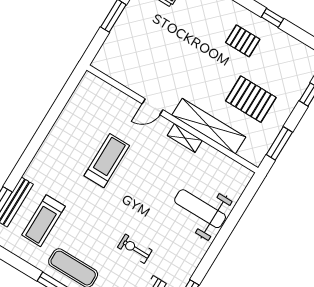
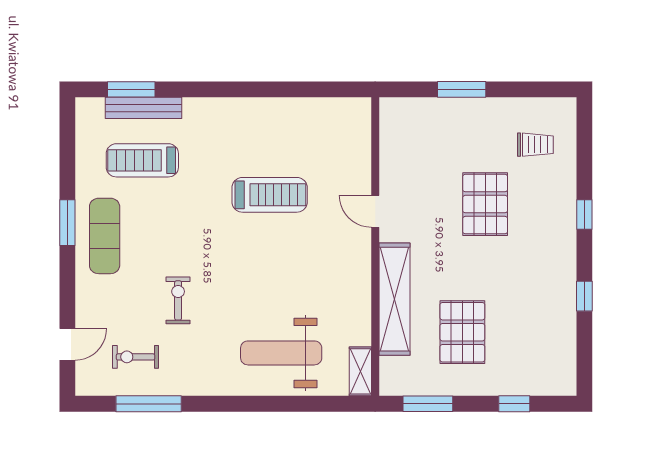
pallet: (243, 41) -> (485, 204), moved, width x1.50, depth x1.42
shelving: (185, 138) -> (360, 371), moved
weight bench: (200, 209) -> (281, 353), turned -90

